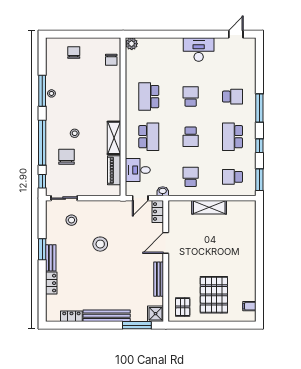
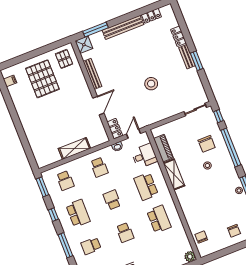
school desk: (232, 177) -> (65, 181), turned 90
stool: (71, 220) -> (182, 94), removed

